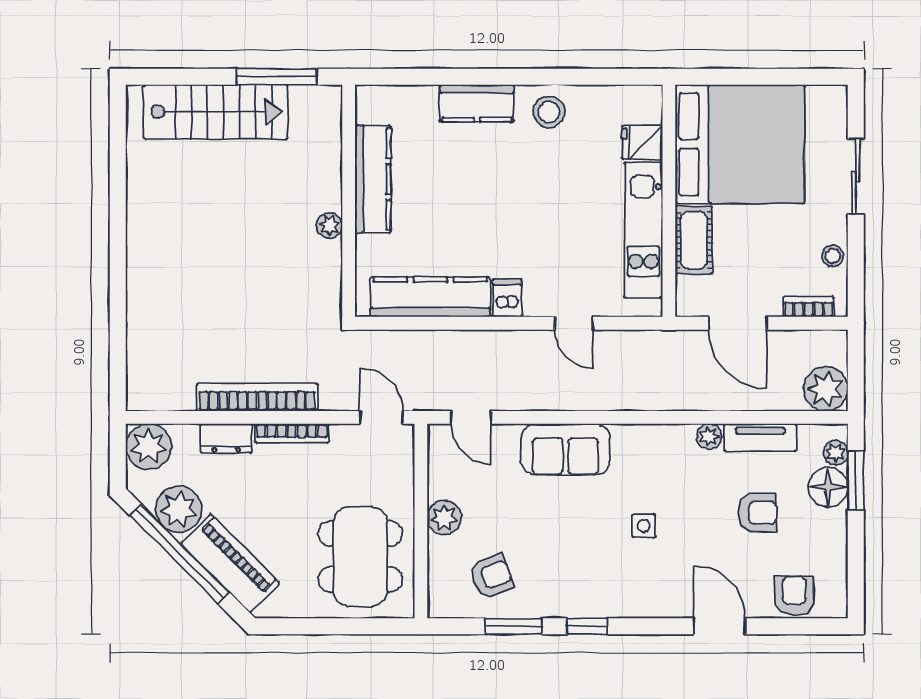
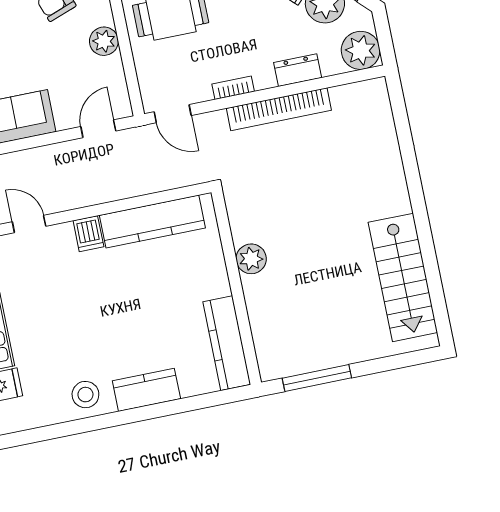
stairs: (216, 112) -> (403, 277), moved, turned -90
kitchen counter: (373, 179) -> (227, 343), moved
plant: (329, 226) -> (251, 259), width x1.38, depth x1.38
door: (471, 417) -> (98, 129), hinge flipped
bookcase: (292, 433) -> (233, 88), width x0.64

